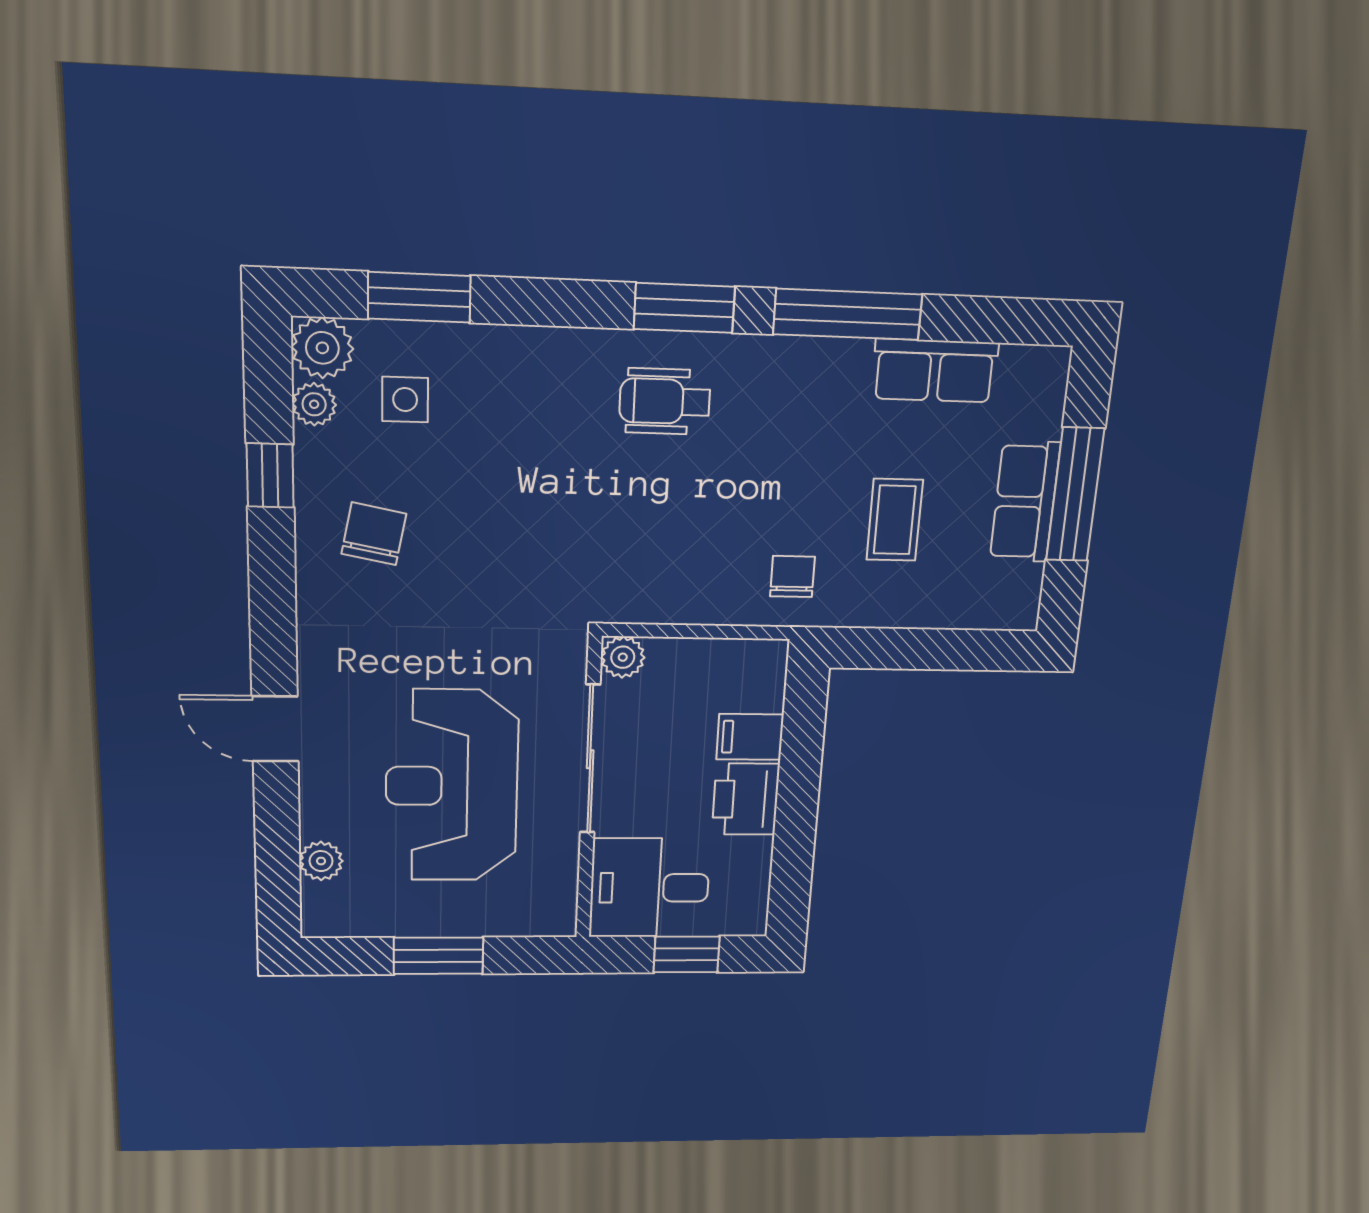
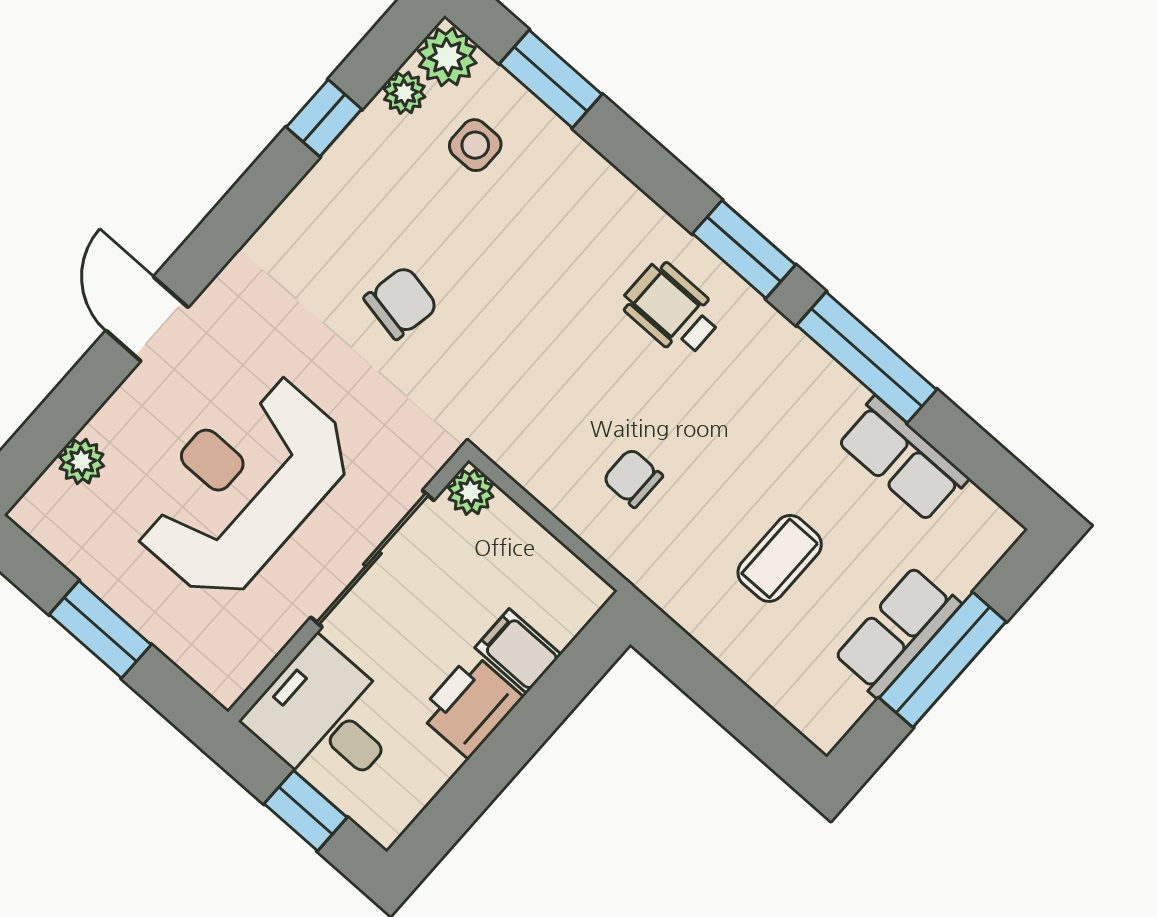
chair: (374, 534) -> (401, 303), moved
chair: (793, 576) -> (633, 478), moved, turned -90

